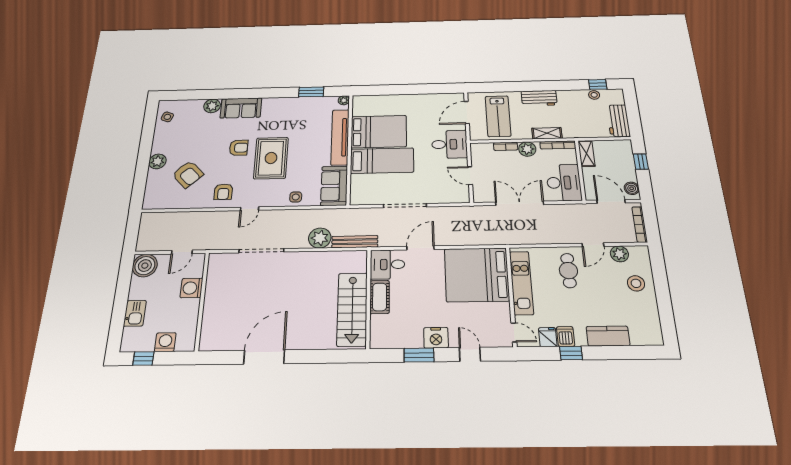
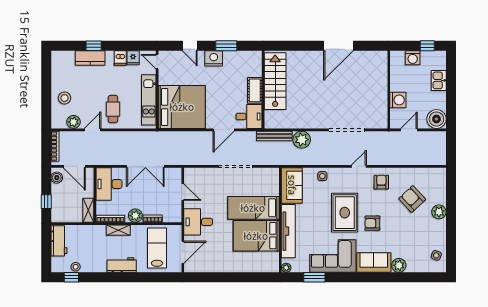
corner sofa: (288, 113) -> (333, 256), added
window: (571, 353) -> (94, 46), moved

